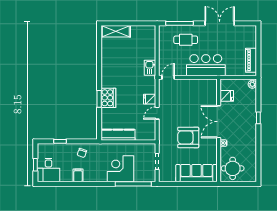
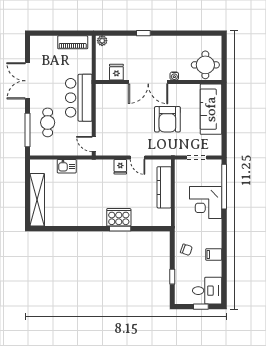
shelving: (116, 31) -> (37, 200), width x1.47
kitchen sink: (150, 68) -> (67, 166), moved
kitchen counter: (118, 135) -> (164, 187), moved

